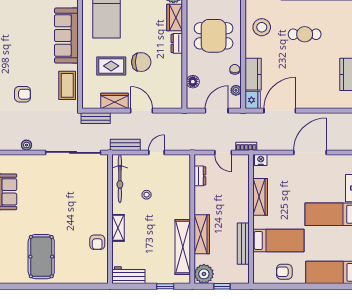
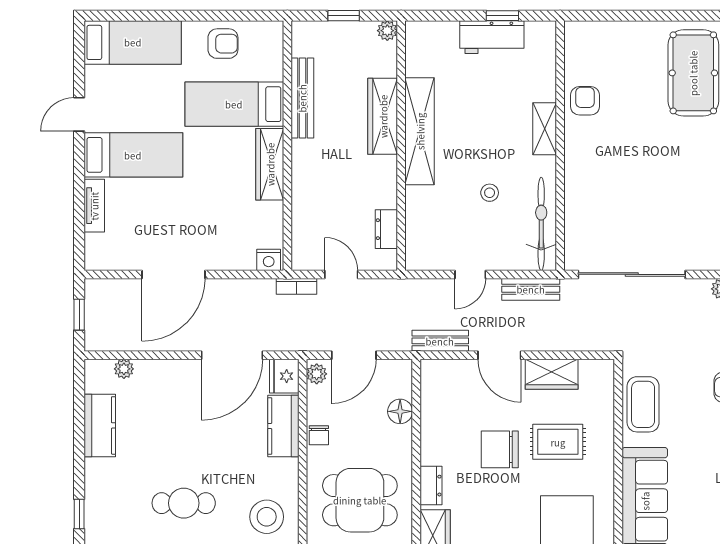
plant: (236, 90) -> (317, 374), moved
plant: (336, 104) -> (124, 369), added
bench: (96, 118) -> (440, 341), moved
wardrobe: (260, 197) -> (270, 164), moved
shelving: (183, 247) -> (420, 131), moved
plant: (204, 274) -> (387, 31), width x0.53, depth x0.53
workbench: (128, 275) -> (492, 37), moved
window: (165, 286) -> (502, 16), moved

